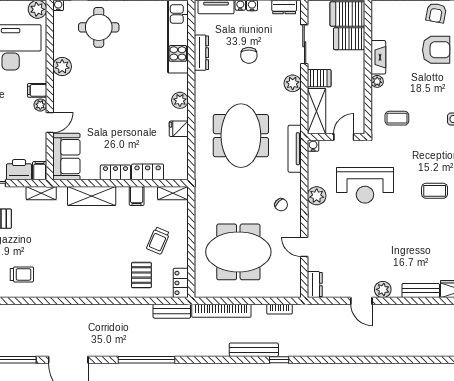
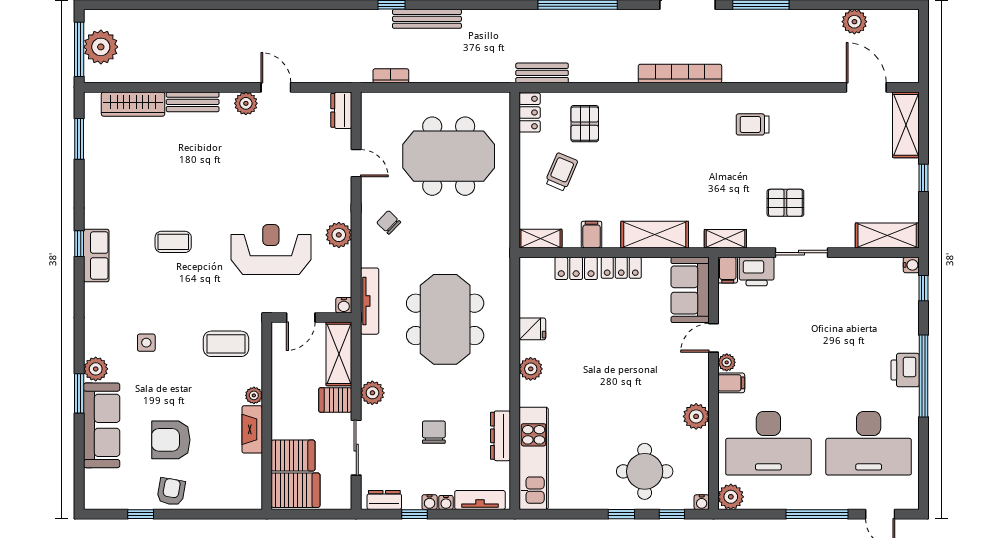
coffee table: (397, 118) -> (226, 344), width x1.36, depth x1.30
bookcase: (221, 311) -> (680, 73), moved

